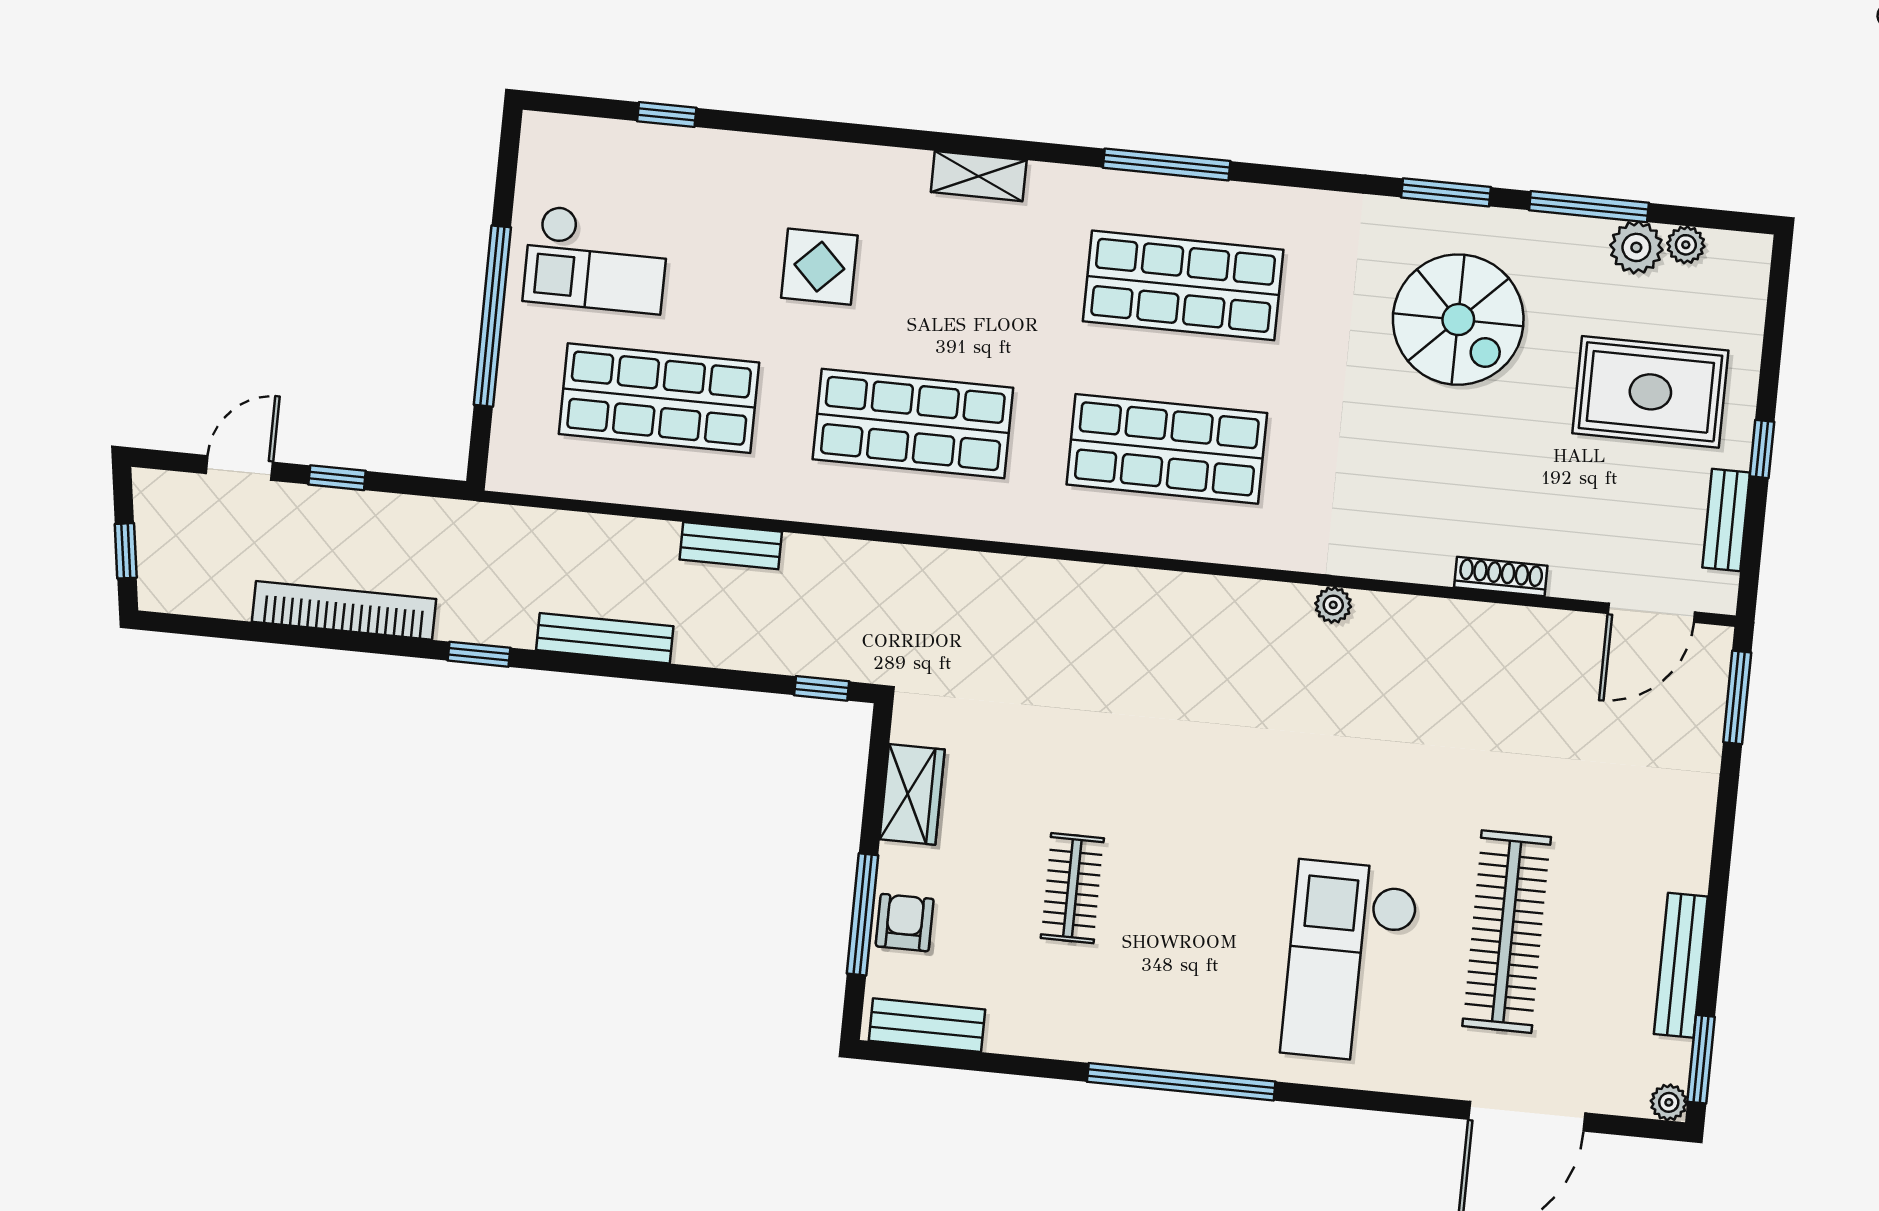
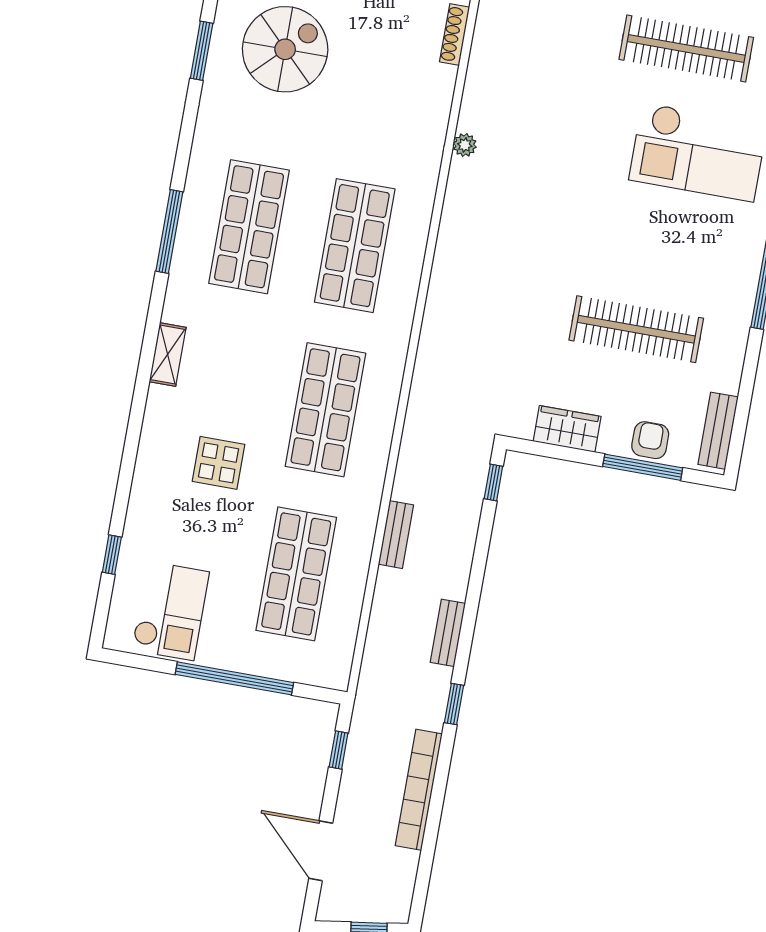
checkout: (596, 259) -> (170, 611), moved
door: (239, 468) -> (321, 851), width x1.37
window: (337, 478) -> (339, 750), moved
bench: (605, 638) -> (448, 633), width x0.73
clothes rail: (1072, 888) -> (636, 329), width x1.86, depth x1.31
armchair: (905, 923) -> (650, 440), turned 90

